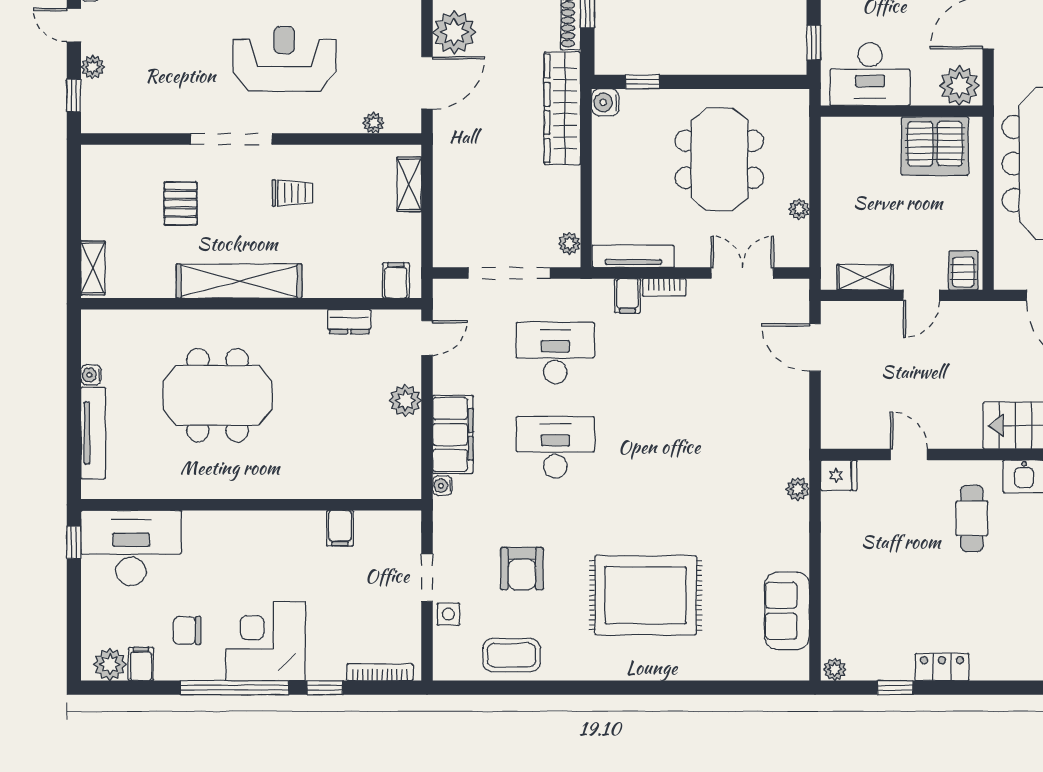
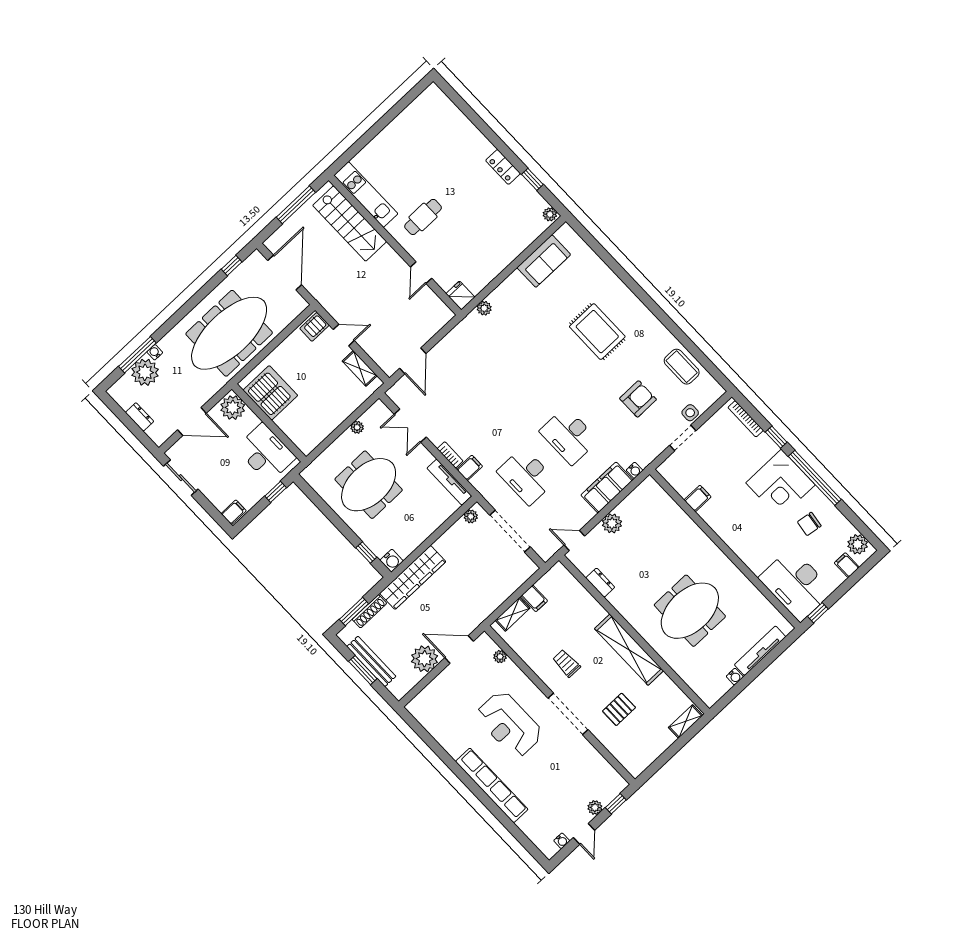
filing cabinet: (396, 280) -> (534, 598), moved, turned -90
meeting table: (218, 395) -> (690, 611), turned 90
rug: (646, 595) -> (597, 332), width x0.73, depth x0.69
chair: (187, 630) -> (809, 524), turned 98
filing cabinet: (141, 664) -> (847, 565), moved, turned 90

